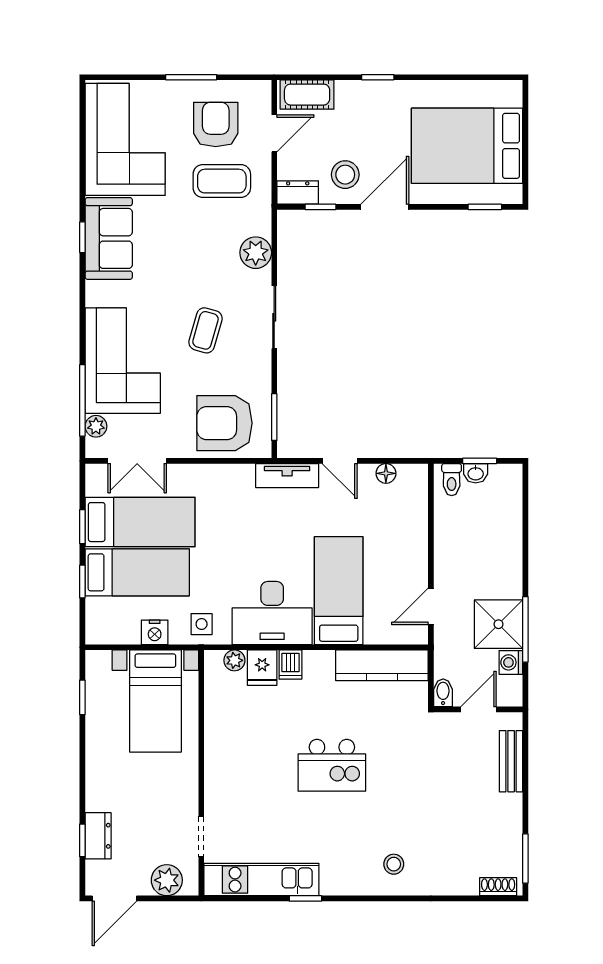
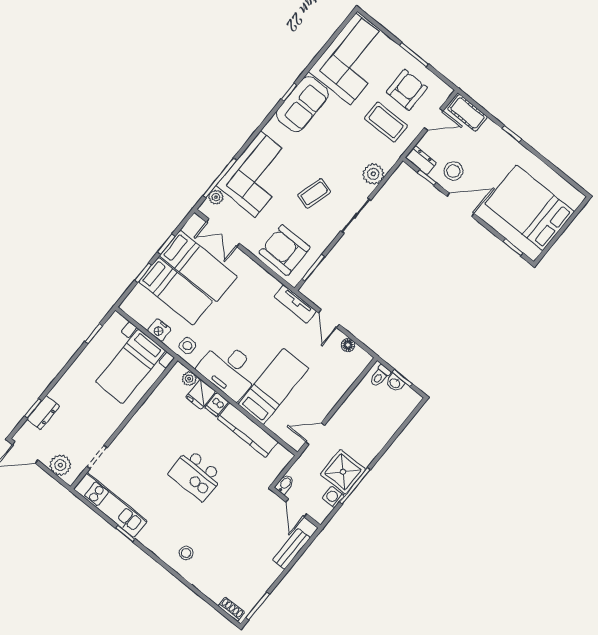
kitchen counter: (382, 665) -> (248, 430), moved
door: (479, 709) -> (296, 508), swing flipped

